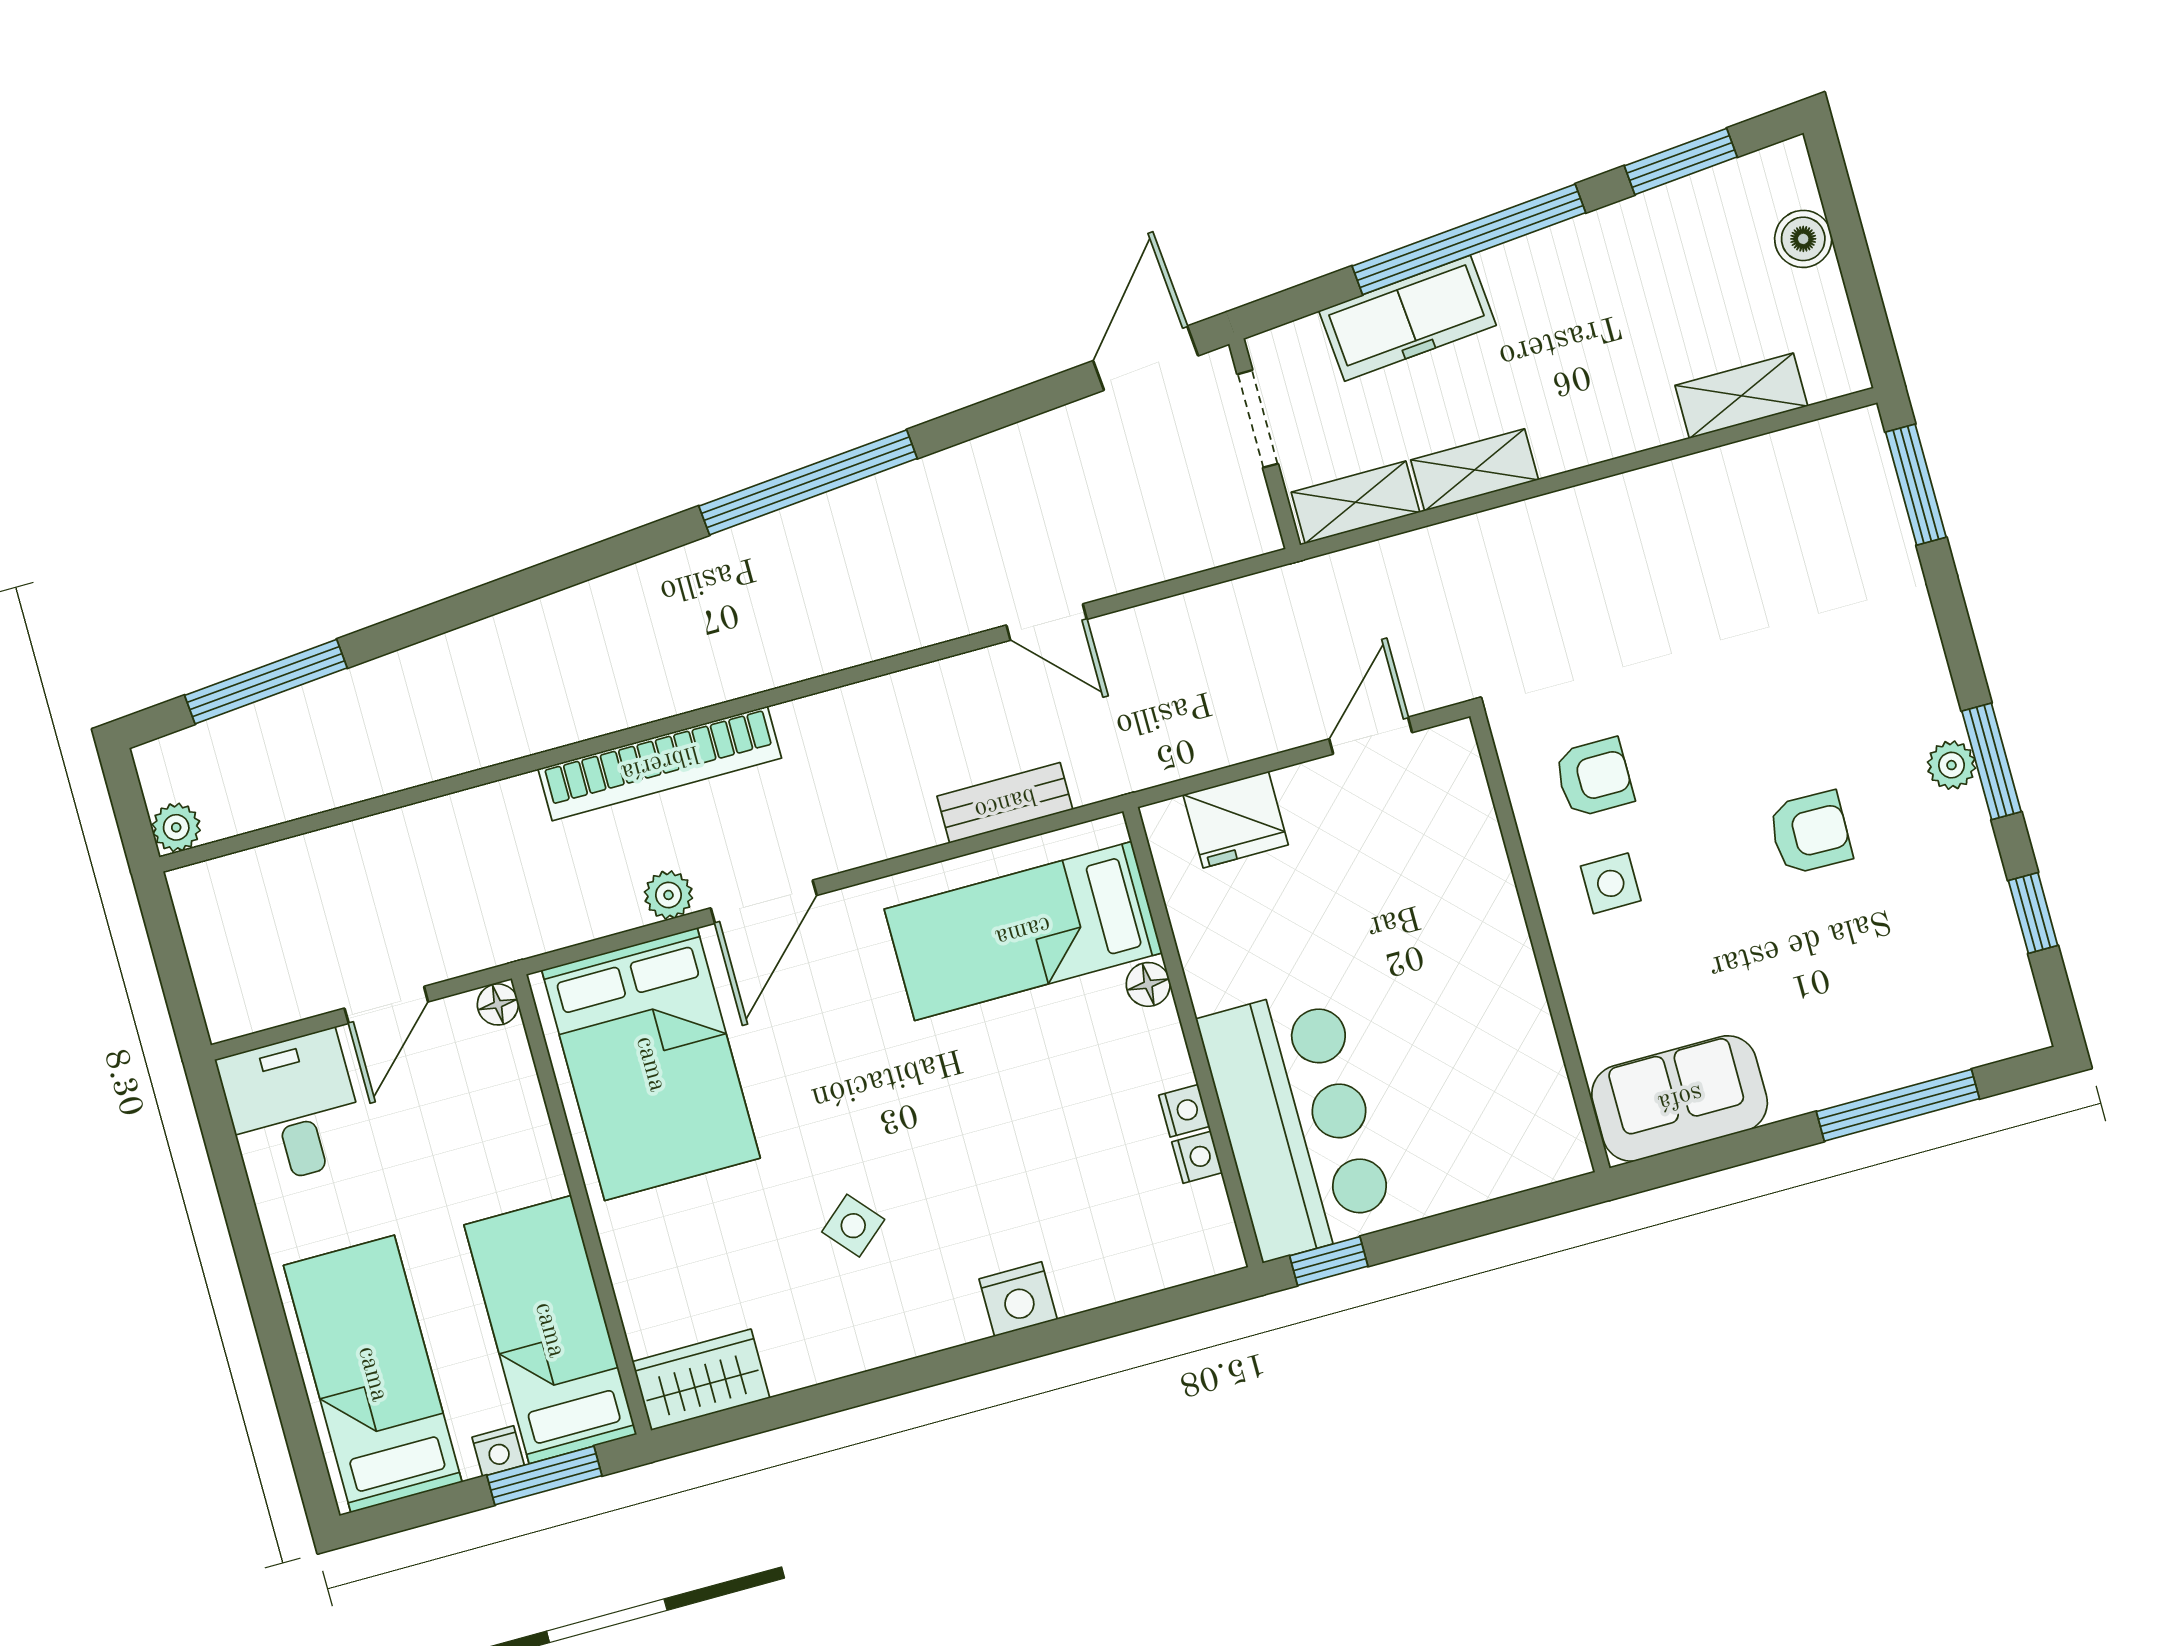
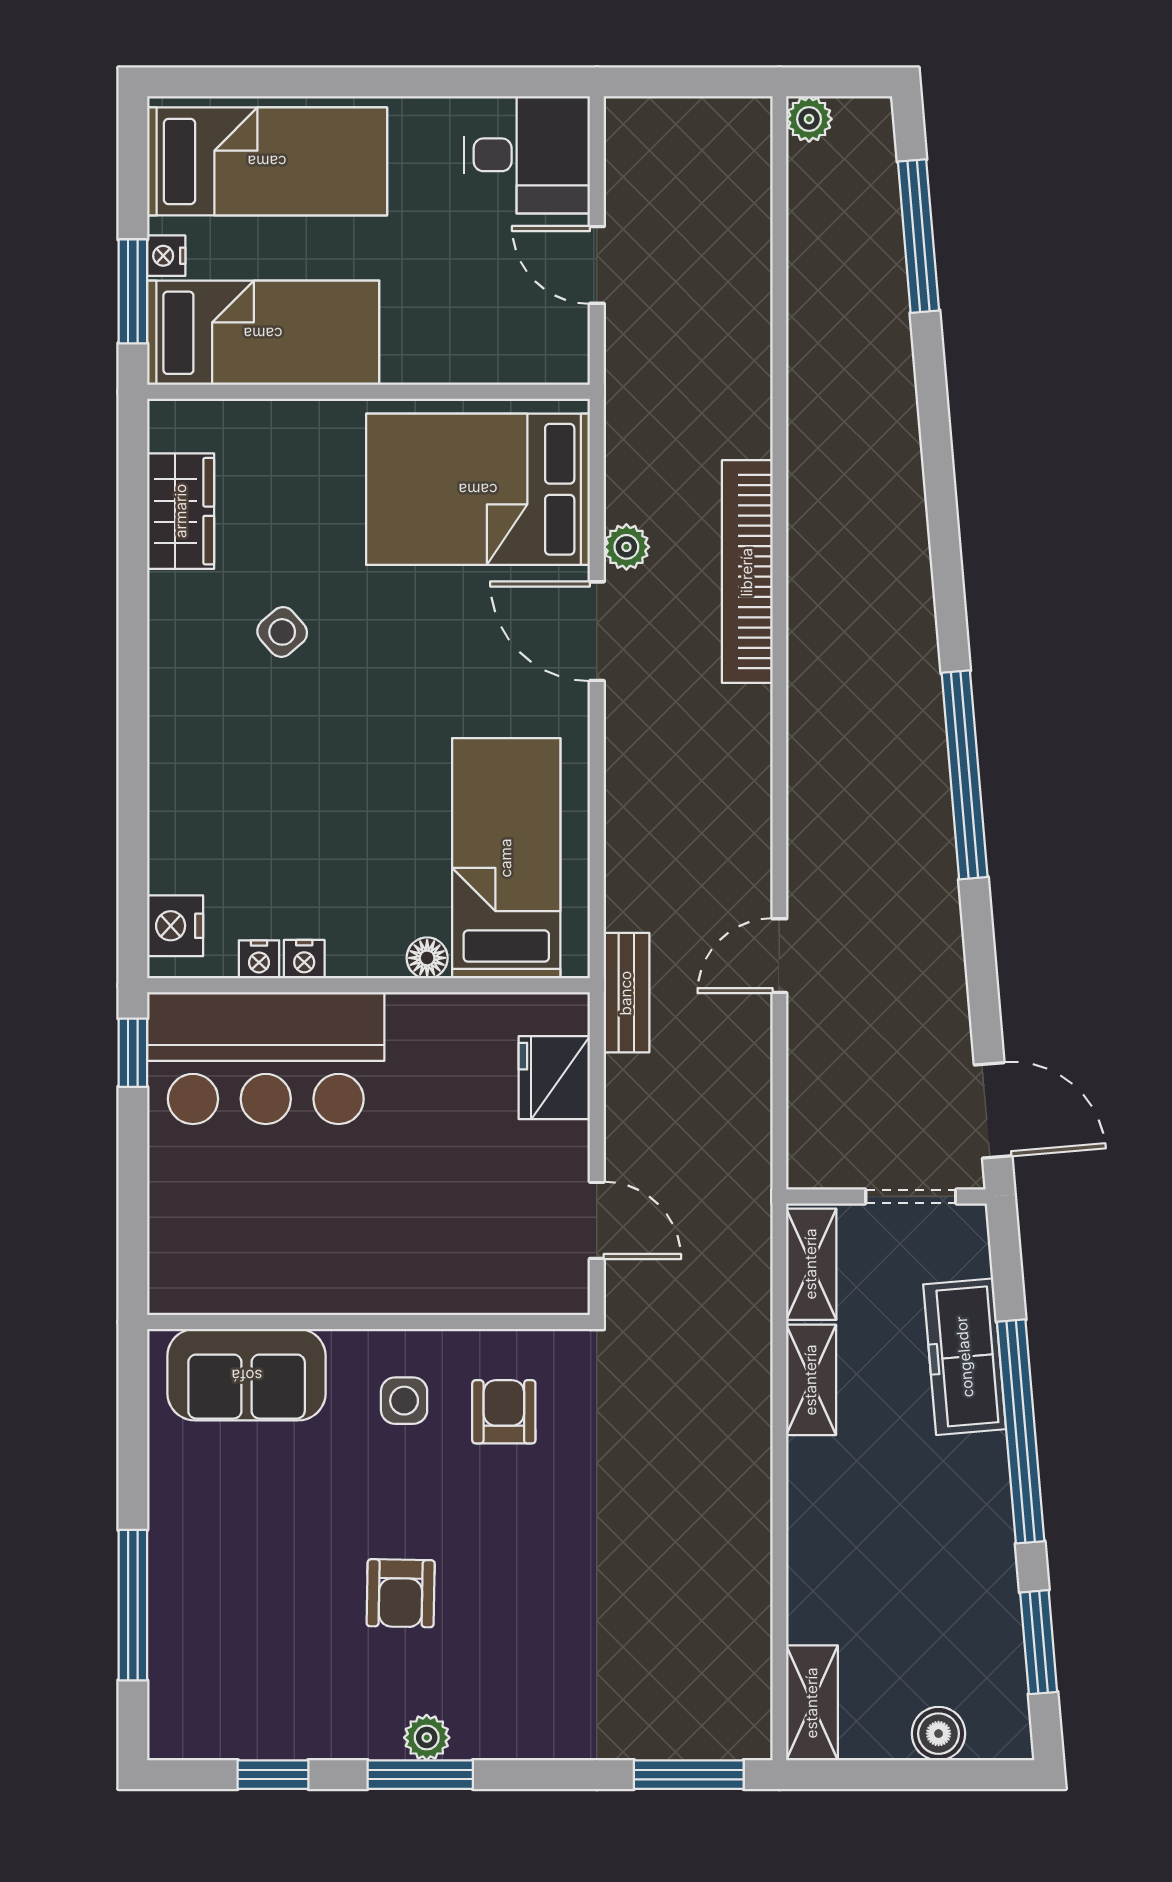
shelving: (1741, 396) -> (812, 1703), moved
armchair: (1594, 777) -> (504, 1412), turned 180
bench: (1005, 803) -> (626, 993), moved
floor lamp: (498, 1004) -> (570, 366), removed
sofa: (1680, 1098) -> (247, 1375), moved, turned 90
nightstand: (1018, 1299) -> (175, 926), moved
wardrobe: (701, 1380) -> (181, 511), moved

